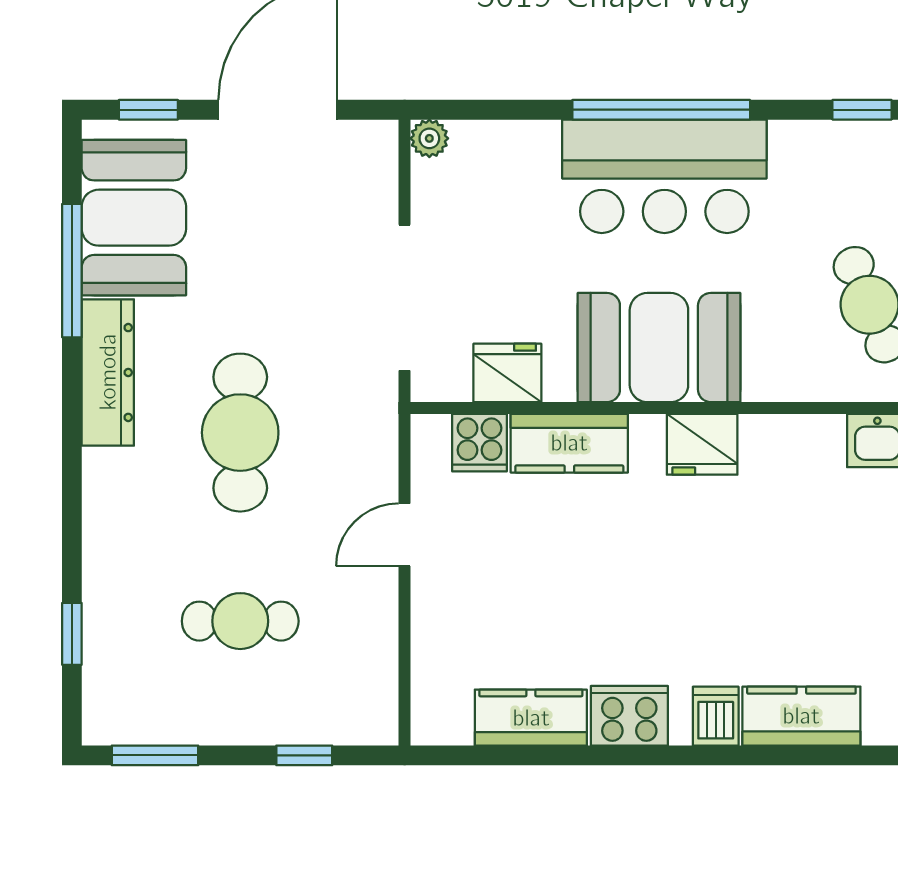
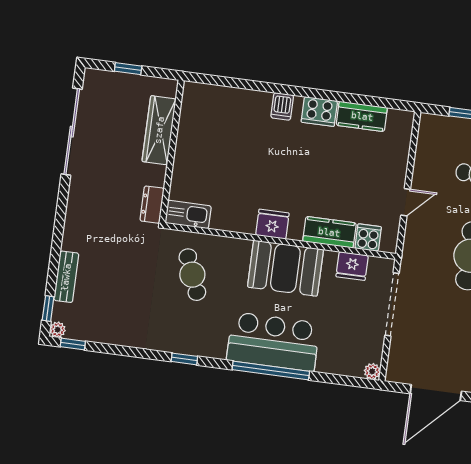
kitchen counter: (801, 716) -> (245, 102), removed

